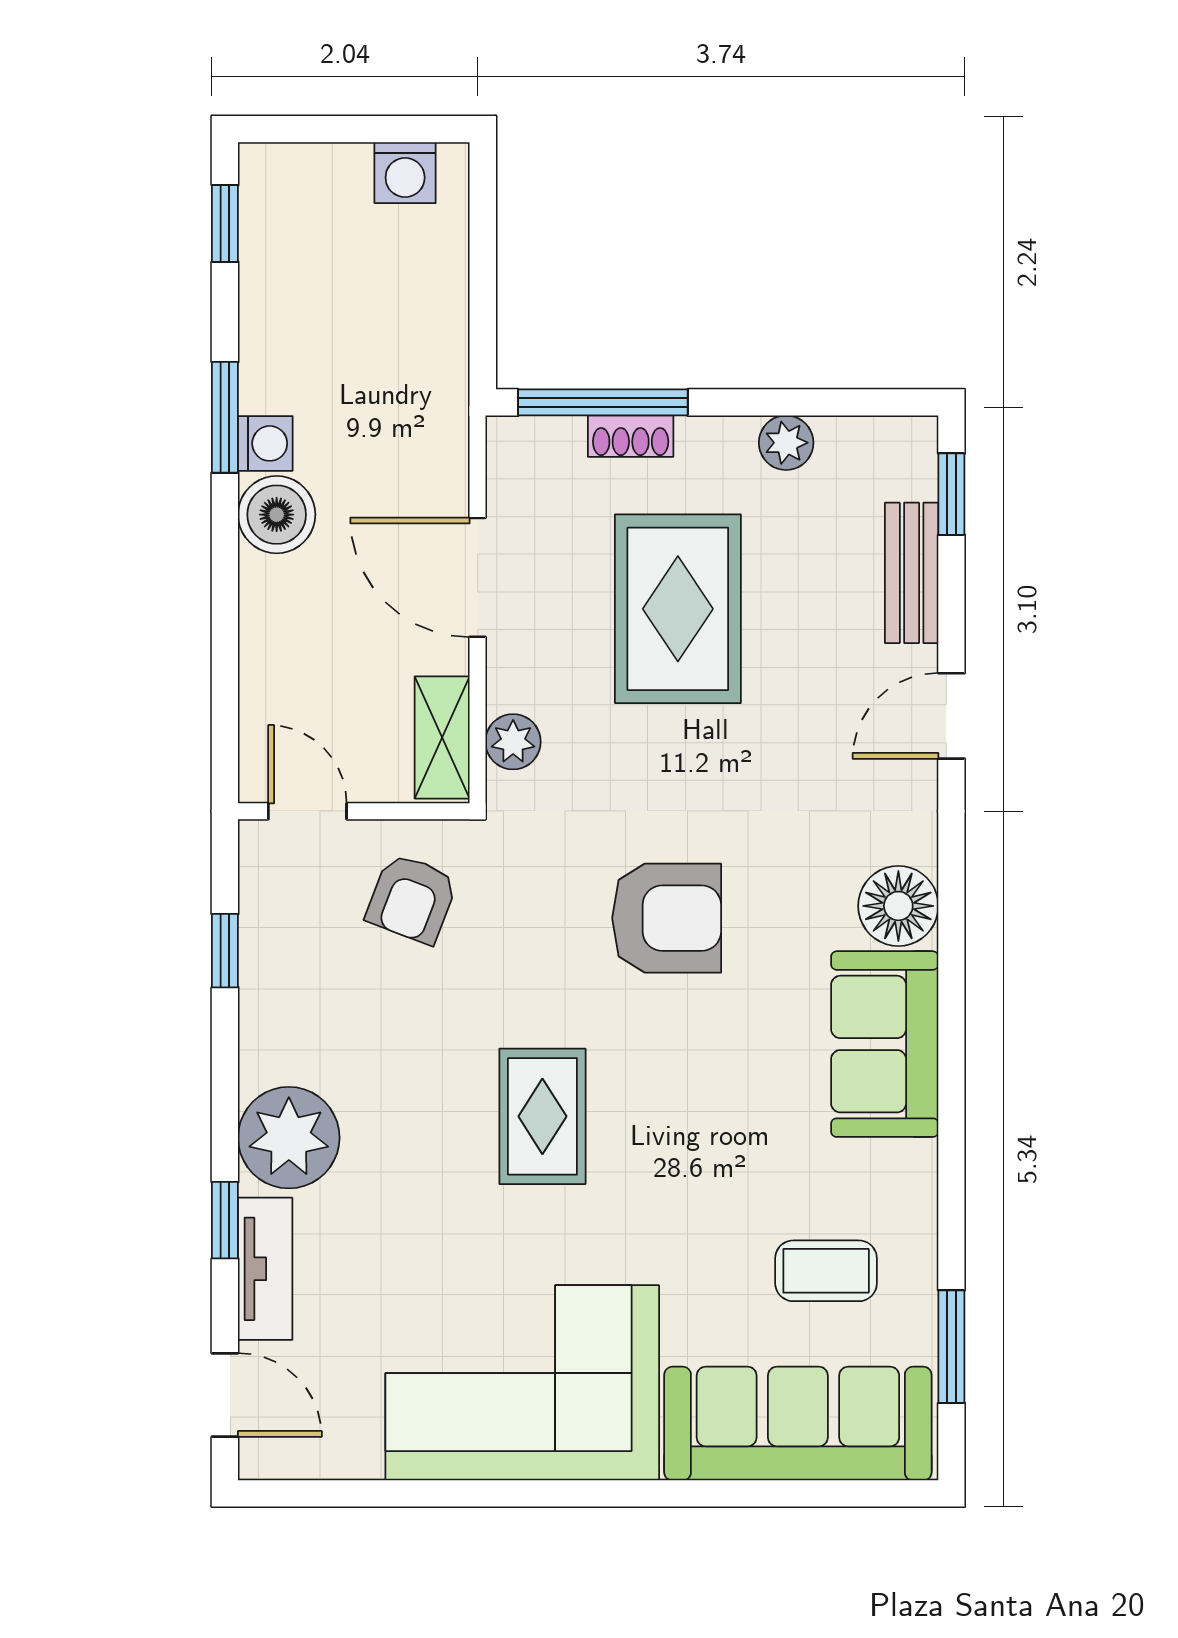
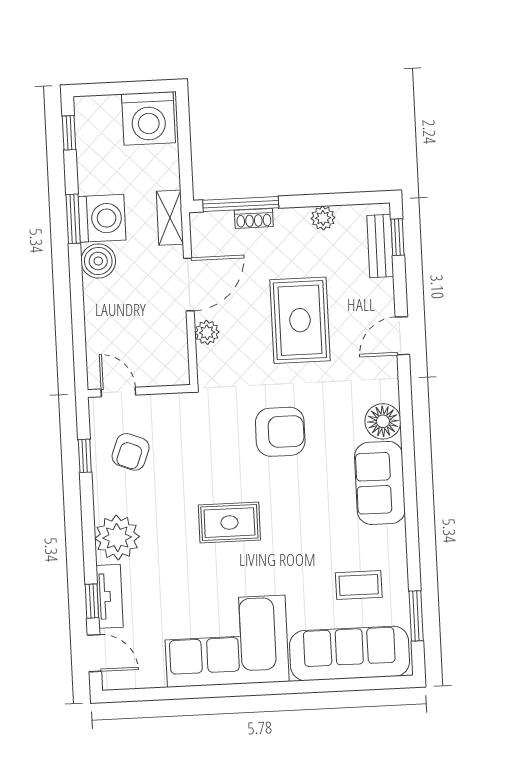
washing machine: (405, 173) -> (148, 118), width x1.89, depth x1.89
washing machine: (265, 443) -> (102, 218), width x1.89, depth x1.89
bench: (912, 573) -> (380, 246), moved
door: (478, 577) -> (189, 284), swing flipped
rug: (678, 609) -> (300, 320), moved
shelving: (442, 737) -> (170, 218), moved
plant: (513, 742) -> (207, 332), moved
armchair: (412, 899) -> (131, 452), moved
rug: (542, 1116) -> (229, 523), turned 90
window: (225, 1220) -> (92, 601), moved

